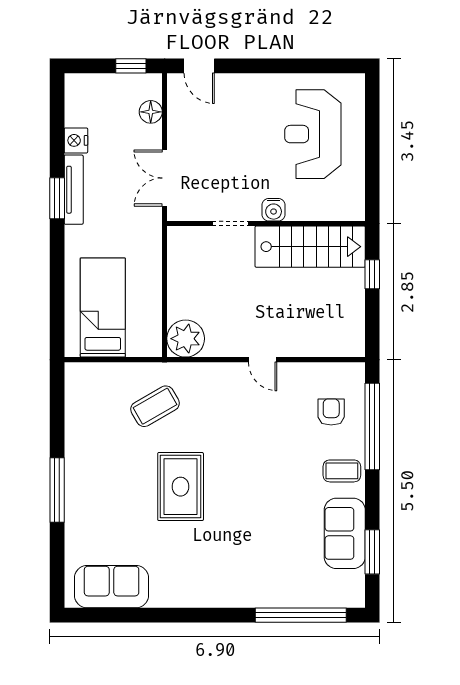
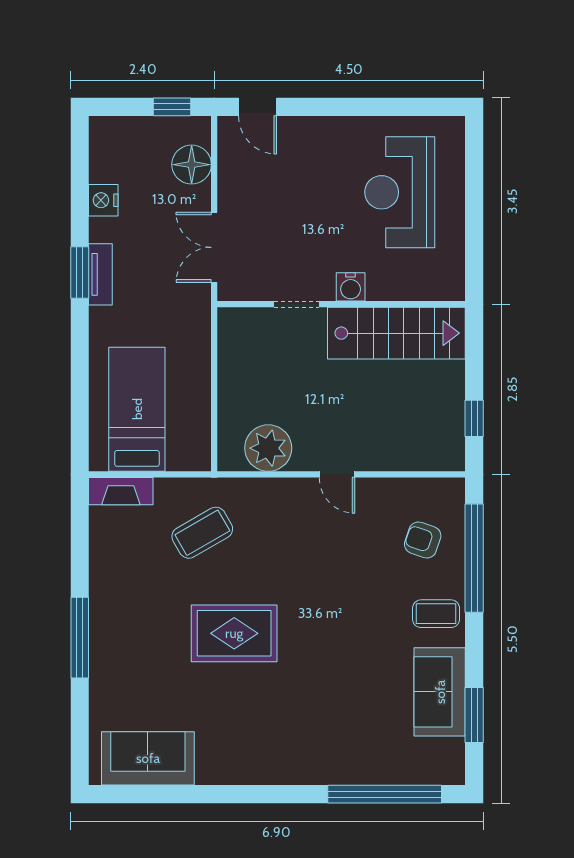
floor lamp: (151, 112) -> (192, 165), width x1.38, depth x1.38
tv unit: (74, 190) -> (100, 274), width x0.71
window: (372, 274) -> (474, 418), moved
plant: (186, 339) -> (268, 448), moved
fireplace: (90, 373) -> (121, 491), added
armchair: (331, 412) -> (423, 540), turned -71
rug: (181, 487) -> (234, 633), turned 90

